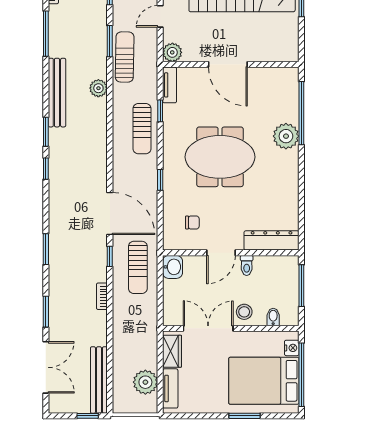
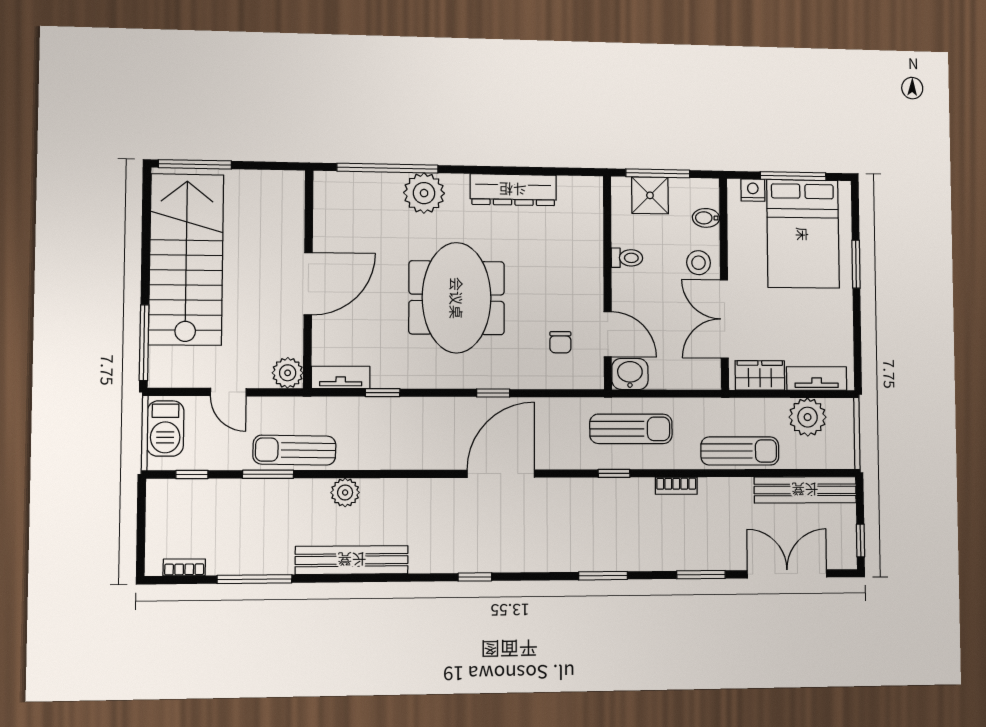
sun lounger: (142, 129) -> (740, 451), moved
window: (46, 132) -> (415, 578), removed
door: (110, 214) -> (501, 474), moved
chair: (192, 222) -> (560, 342), turned 180
dresser: (272, 240) -> (513, 190), moved, turned -90
door: (221, 253) -> (608, 334), moved
shower: (287, 281) -> (650, 195), added
window: (301, 375) -> (793, 176), width x0.68
window: (88, 416) -> (861, 540), moved

